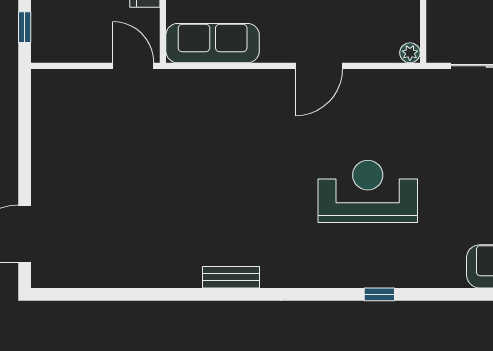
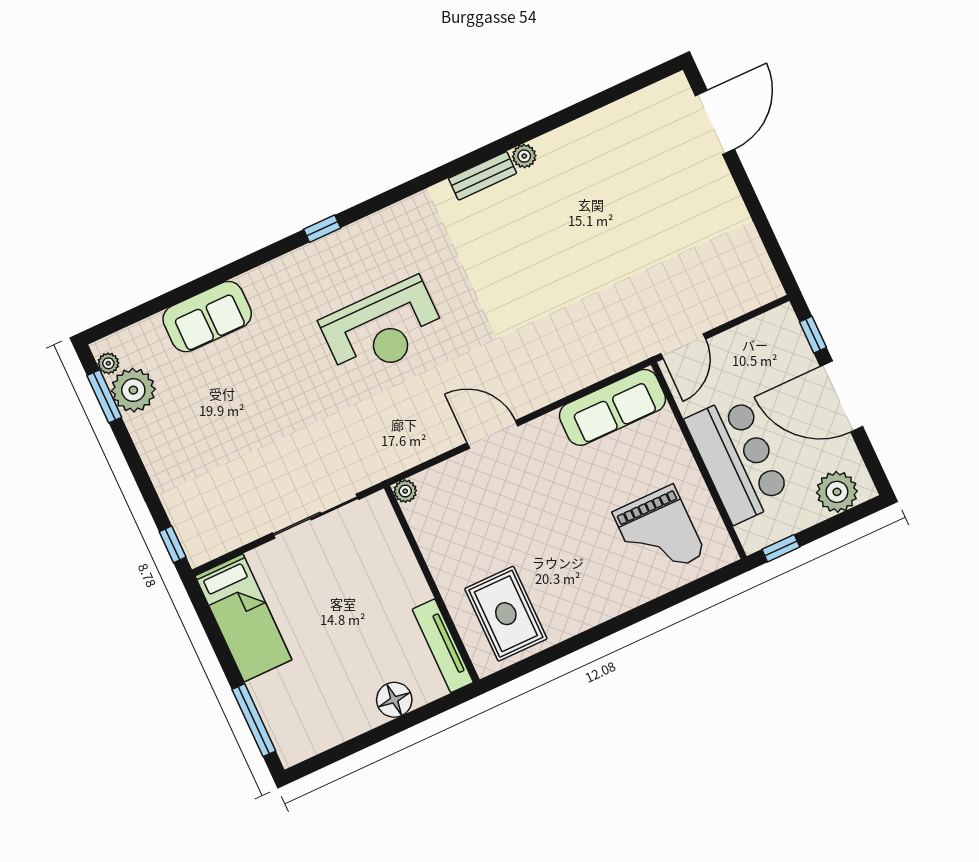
door: (133, 66) -> (683, 346), hinge flipped
door: (319, 66) -> (493, 434), hinge flipped
plant: (190, 278) -> (524, 156), added

